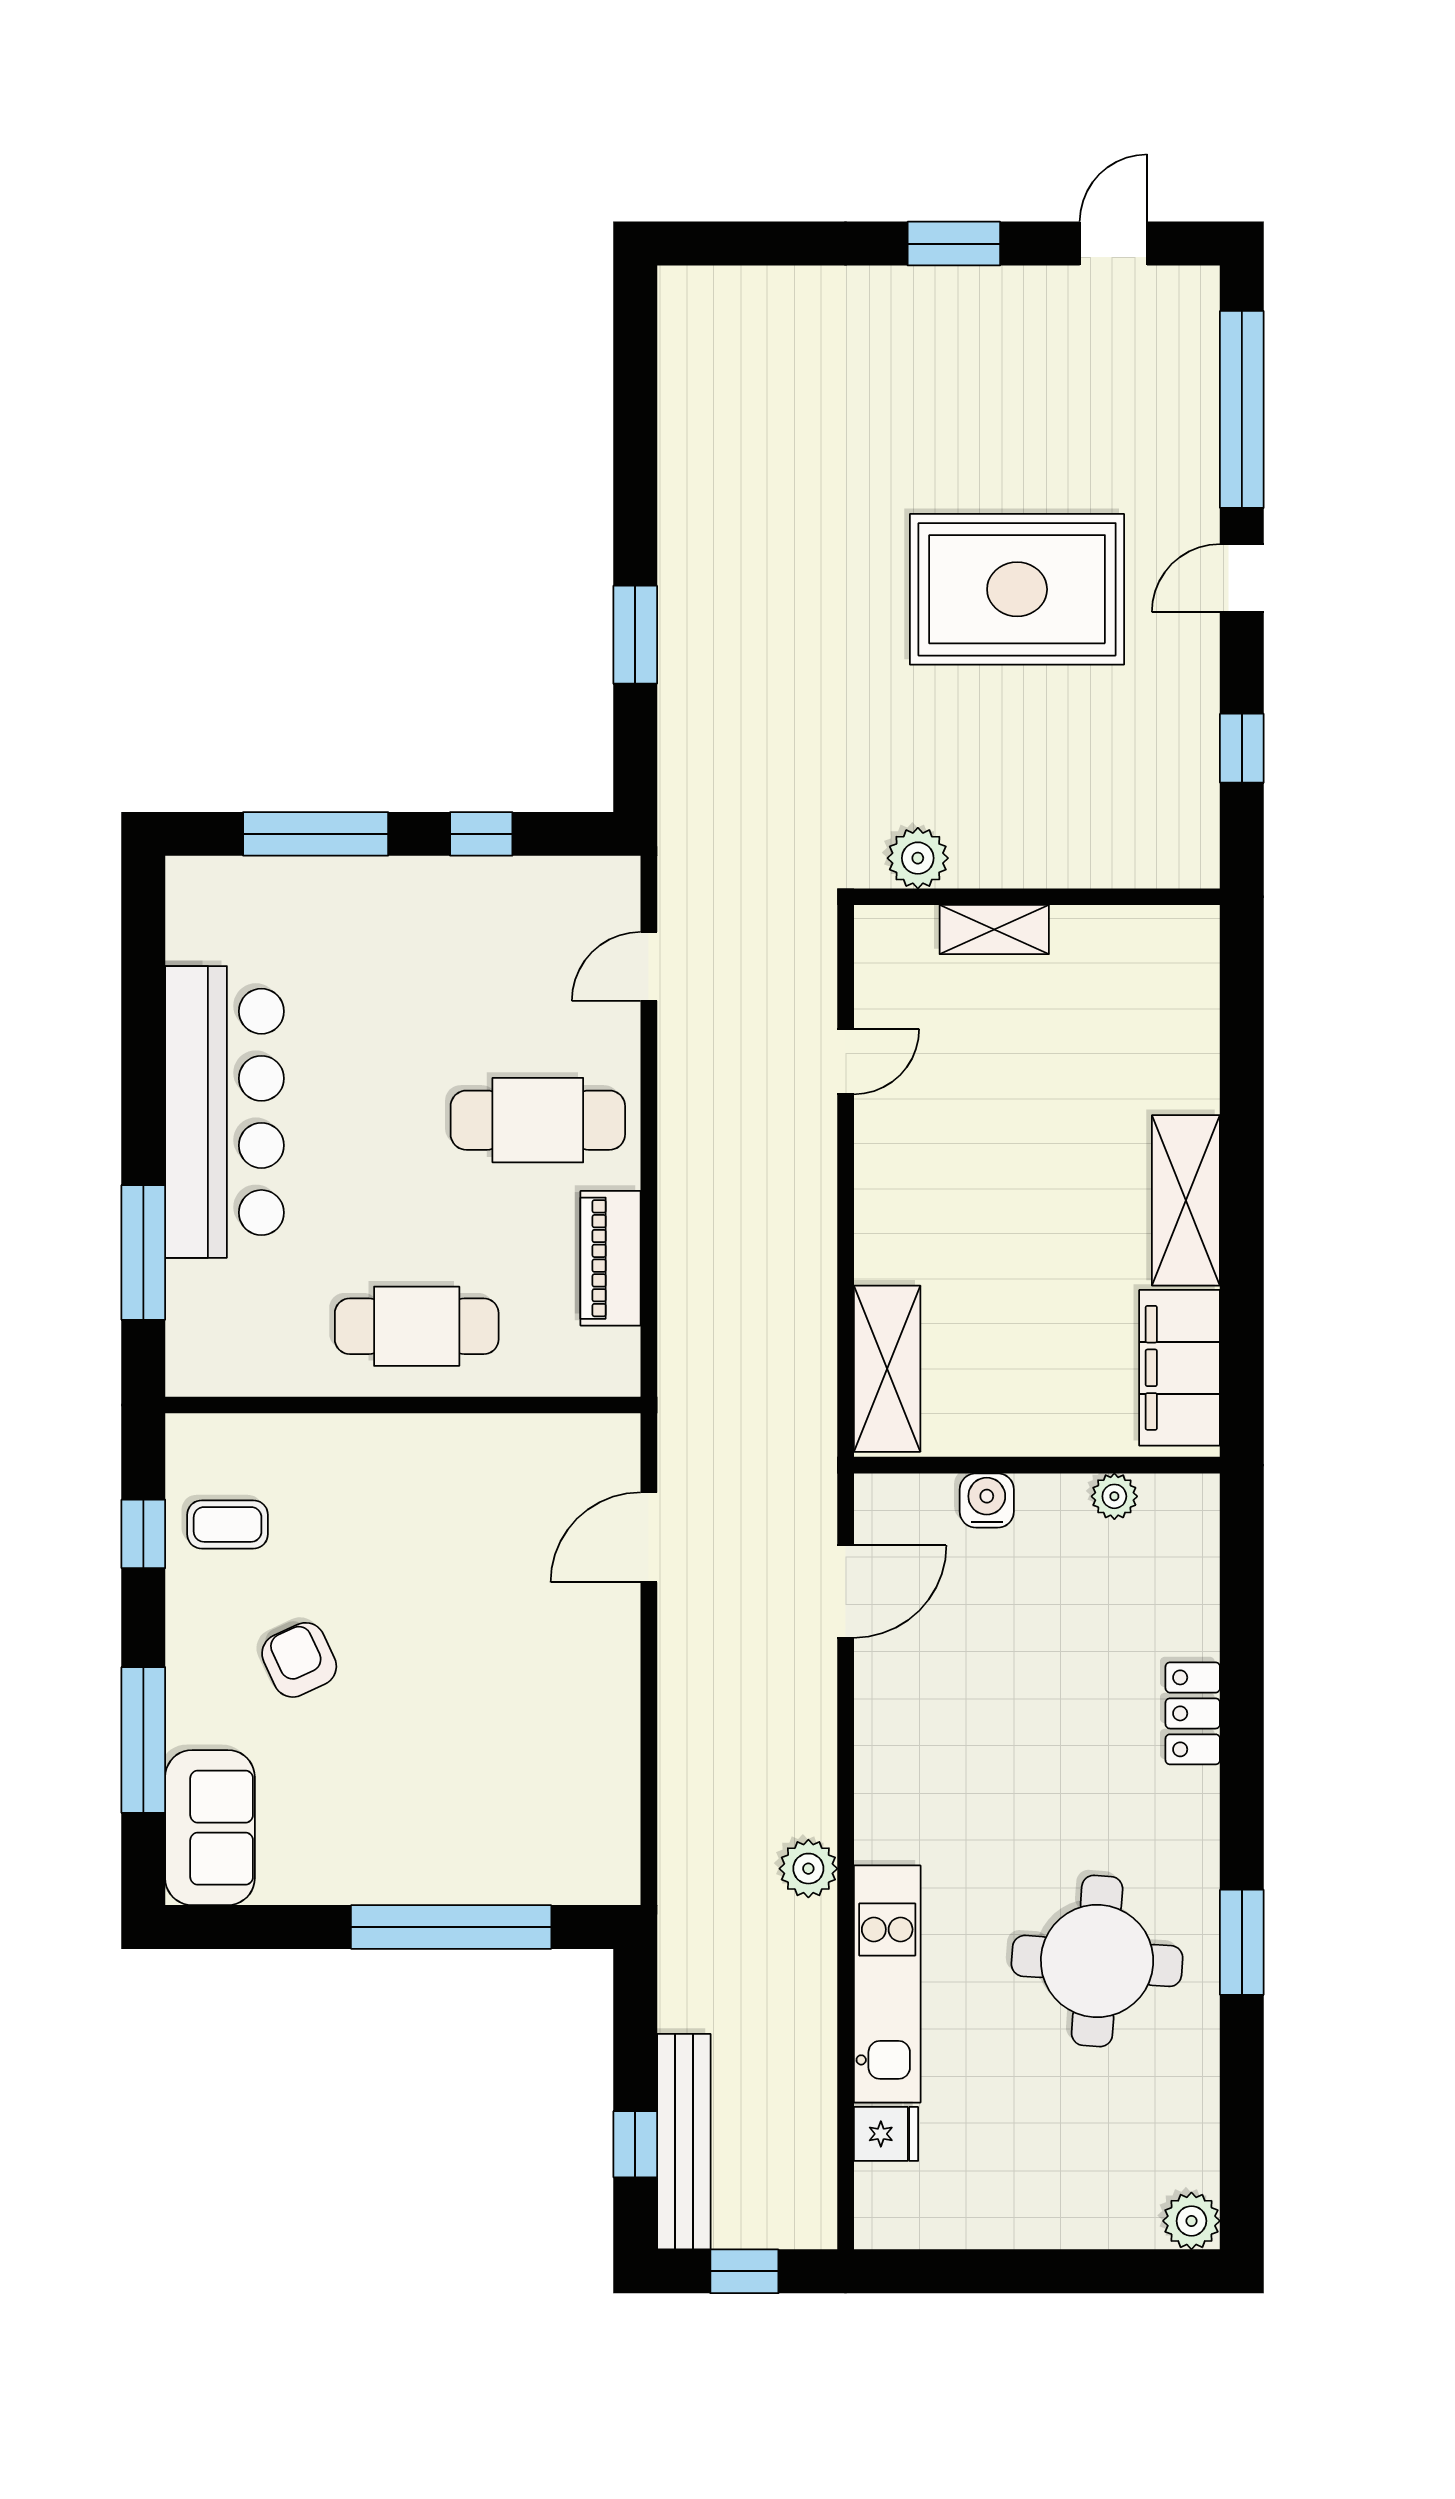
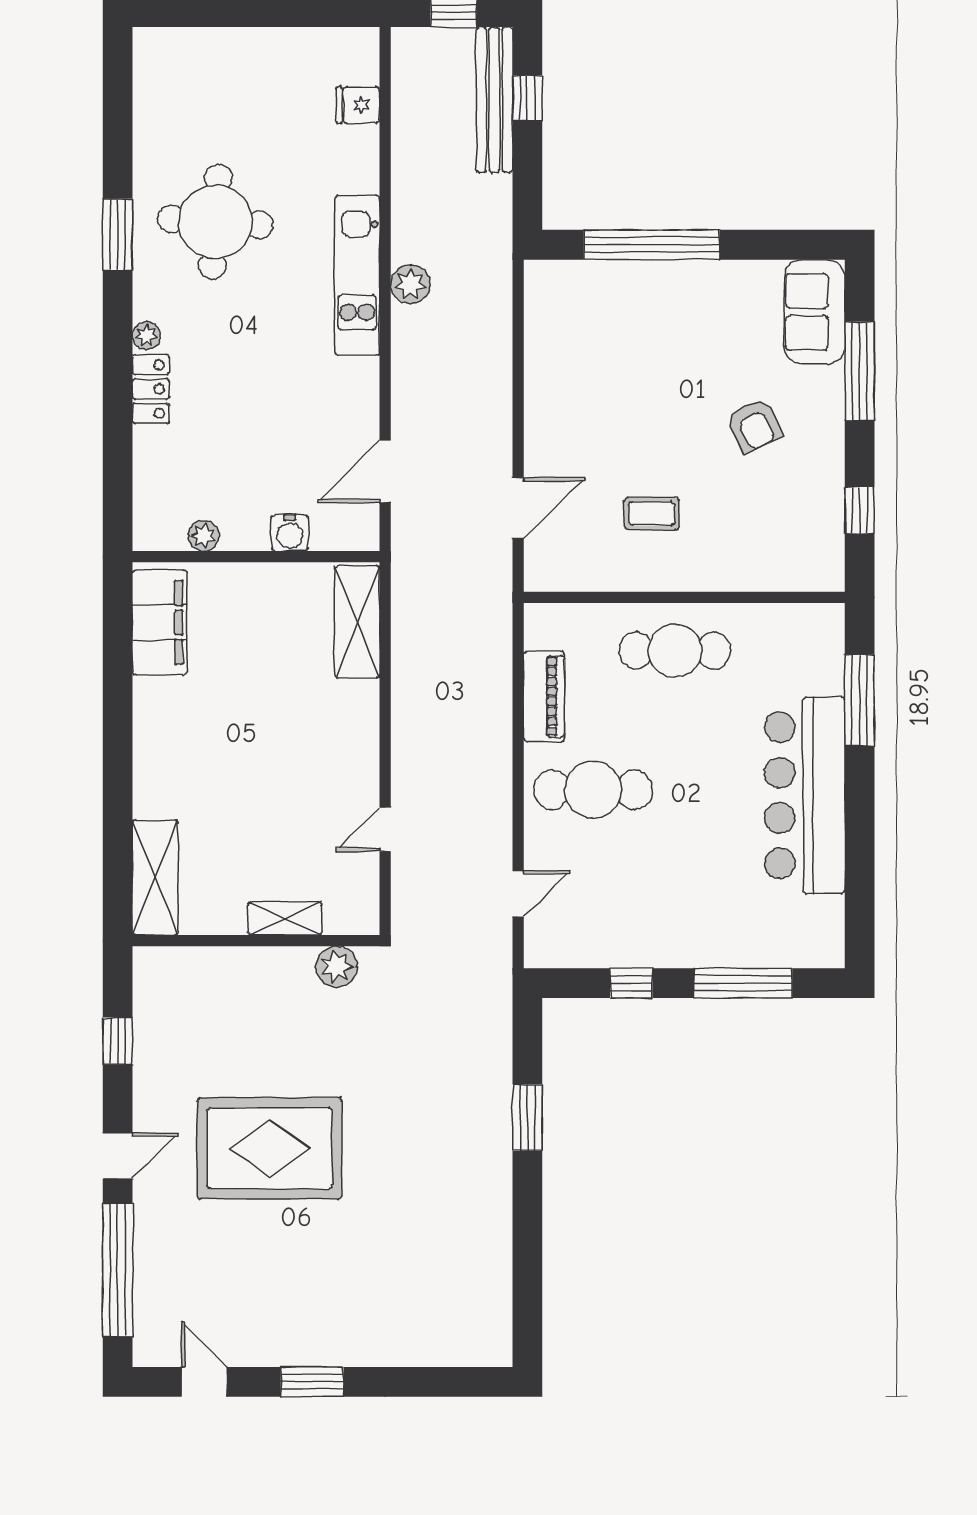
door: (1113, 244) -> (204, 1382), swing flipped
shelving: (1186, 1200) -> (155, 878), moved
coffee table: (228, 1524) -> (652, 514), moved
kitchen unit: (887, 1984) -> (357, 275), moved
plant: (1191, 2221) -> (146, 336), moved, width x0.73, depth x0.73

